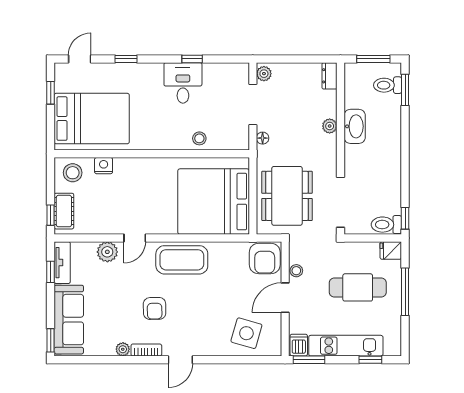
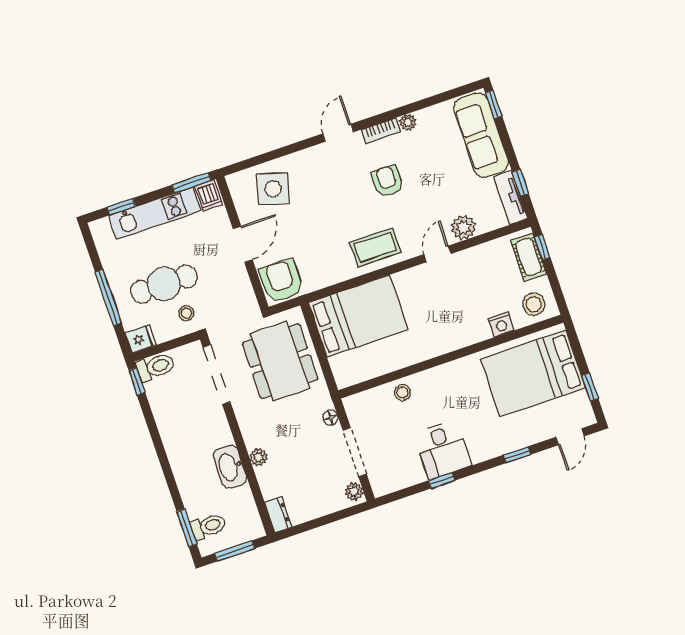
bed: (214, 202) -> (358, 316), width x0.73
coffee table: (182, 260) -> (375, 247), width x0.73, depth x0.76
stool: (296, 271) -> (186, 313), moved

